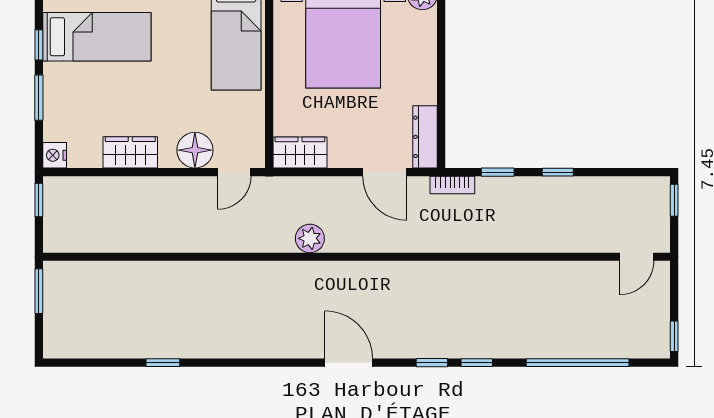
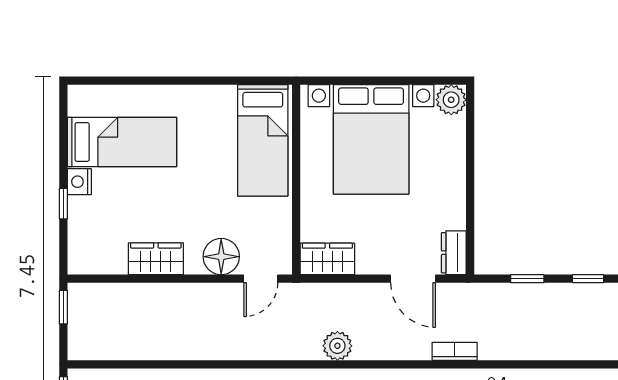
window: (39, 45) -> (63, 150), removed
window: (39, 98) -> (63, 204), width x0.67
dresser: (425, 137) -> (454, 253), width x0.70
nightstand: (55, 155) -> (79, 182), moved
bookcase: (452, 185) -> (455, 351), moved, turned 180

